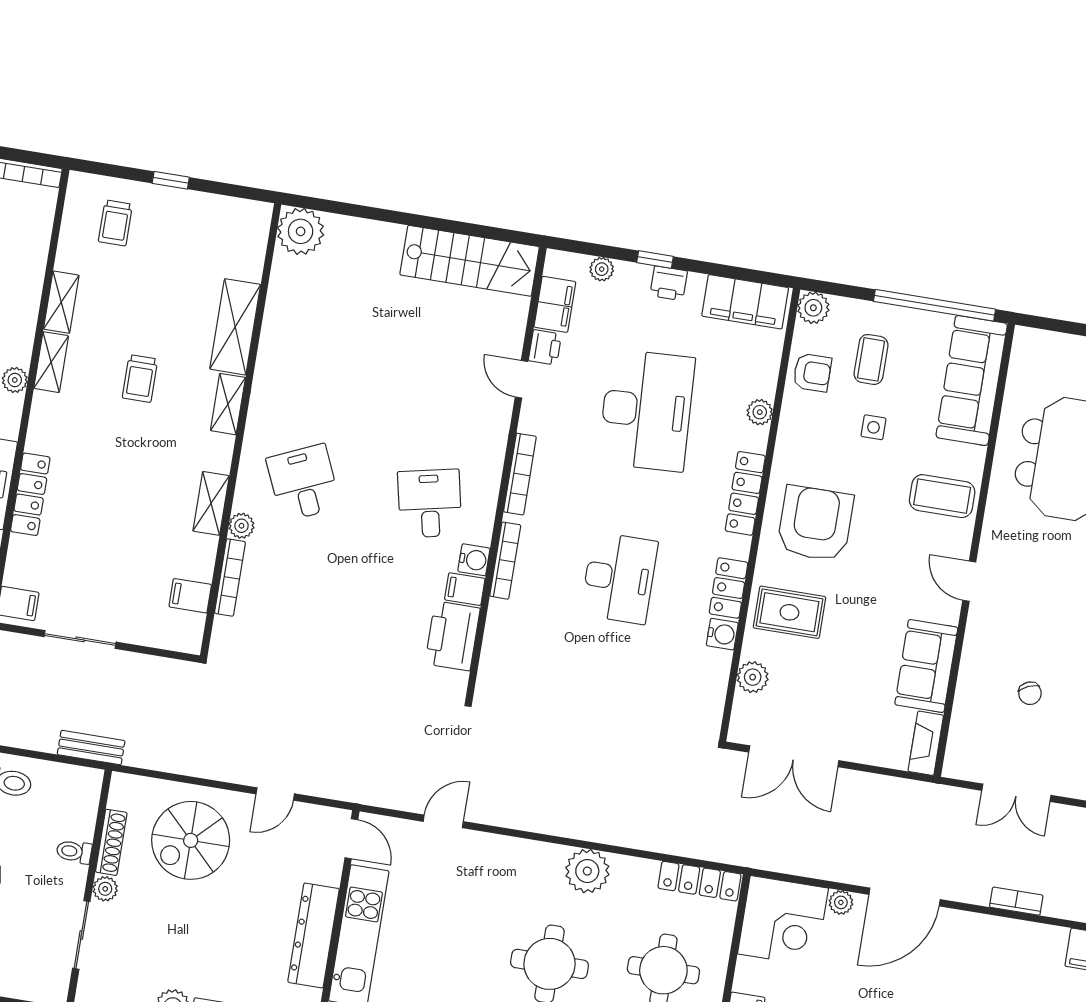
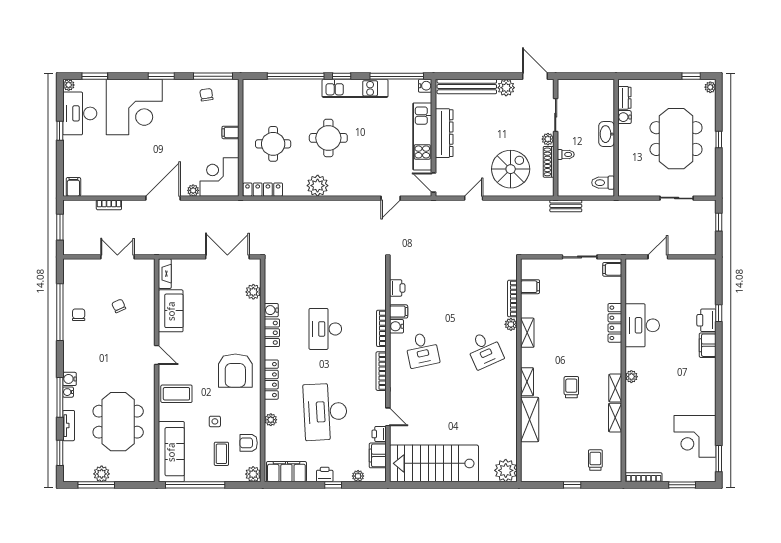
stairs: (470, 261) -> (434, 463), width x1.36, depth x1.51
rug: (789, 612) -> (241, 326), removed
printer: (452, 636) -> (397, 288), width x0.53, depth x0.68

